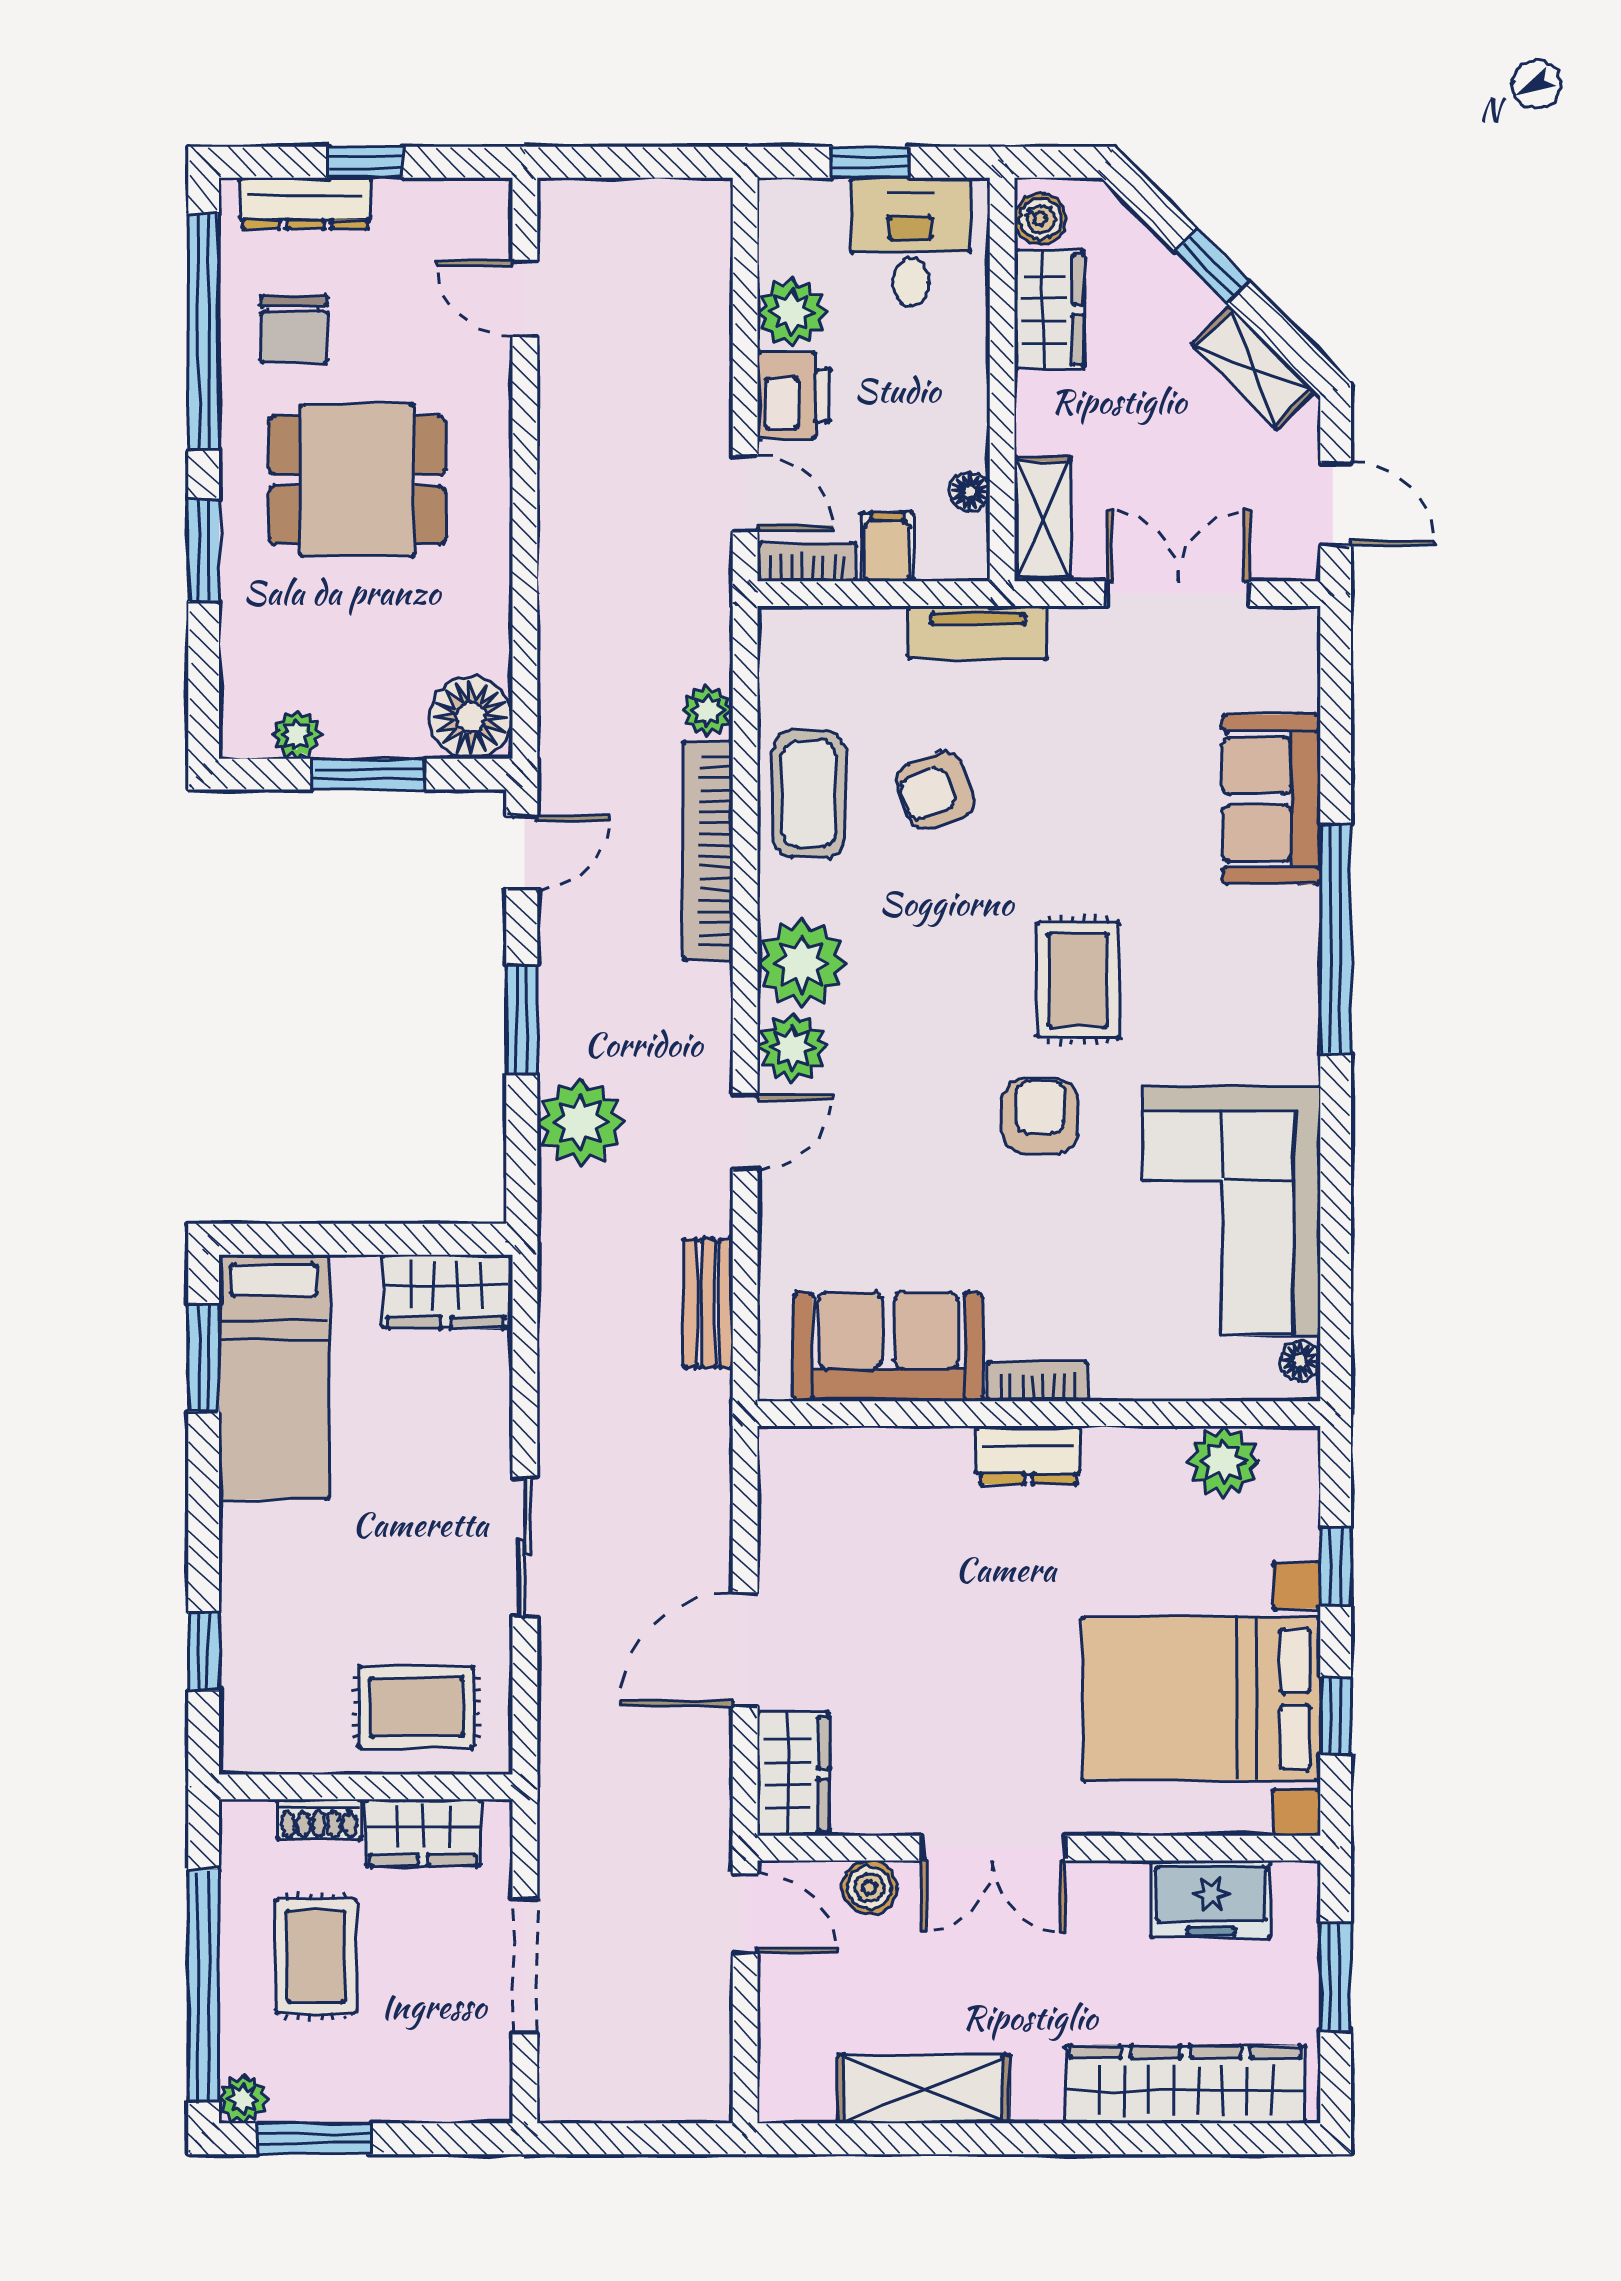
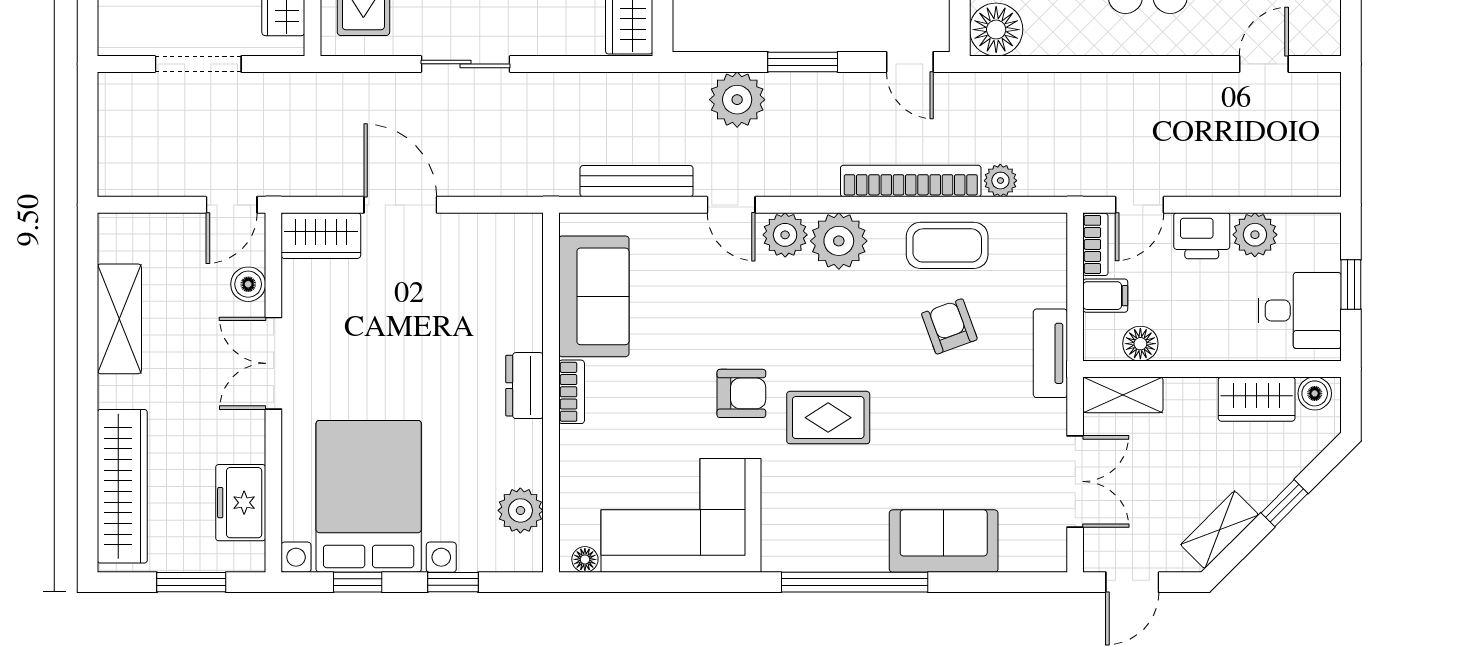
floor lamp: (970, 492) -> (1140, 344), width x1.37, depth x1.37
bench: (708, 1303) -> (637, 181), width x1.36

